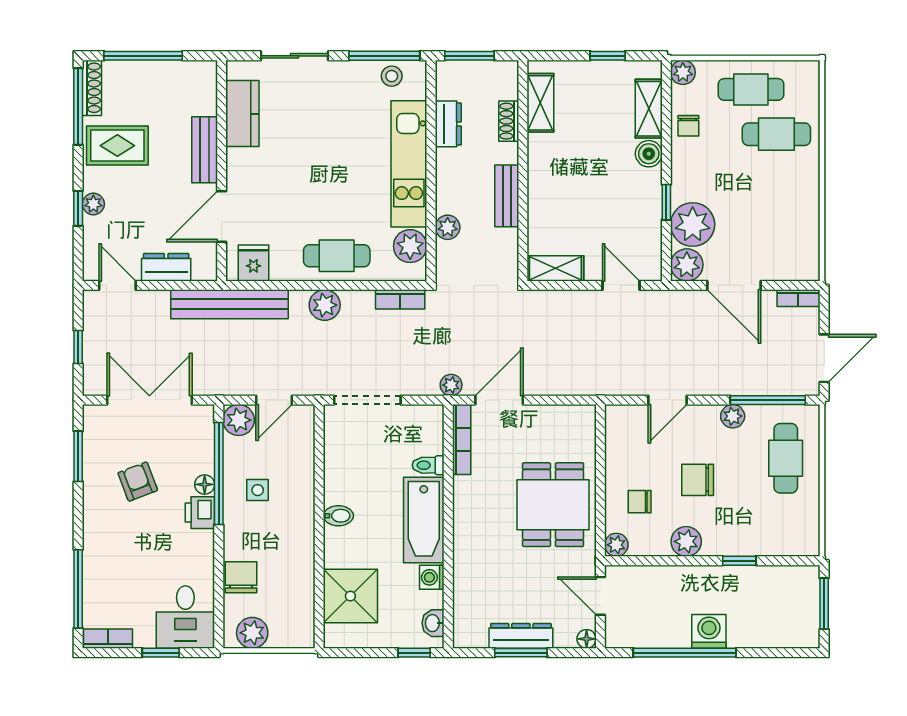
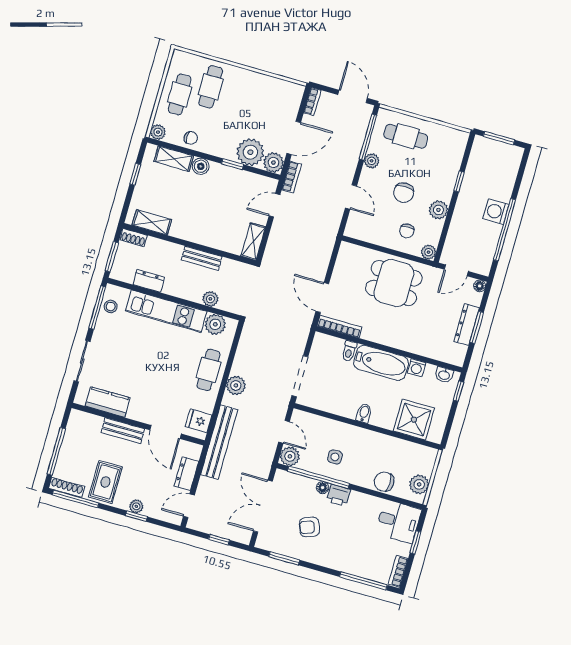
shoe rack: (509, 121) -> (134, 238), moved
bookcase: (400, 299) -> (292, 177), moved
plant: (451, 385) -> (305, 324), removed

